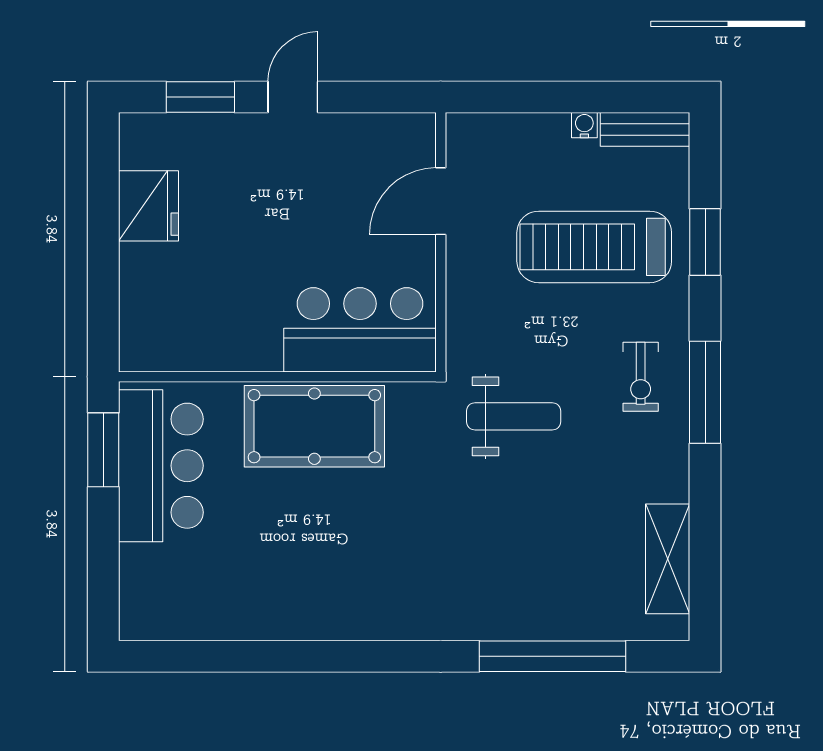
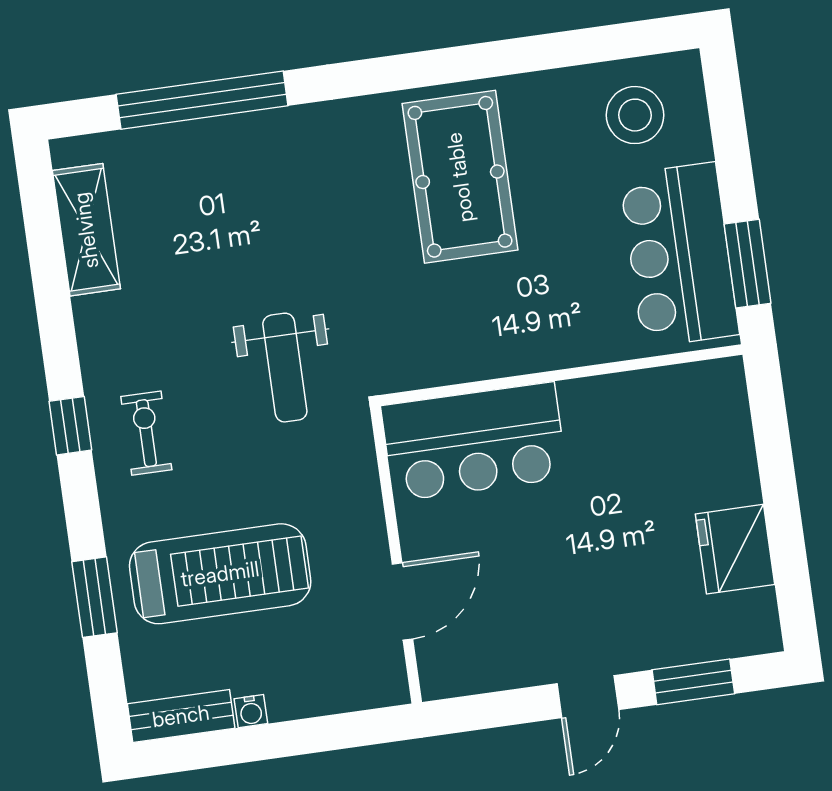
window: (705, 392) -> (70, 426), width x0.46
weight bench: (514, 416) -> (285, 368), turned -90
pool table: (314, 426) -> (460, 177), moved, turned 90
stool: (182, 591) -> (635, 115), added

